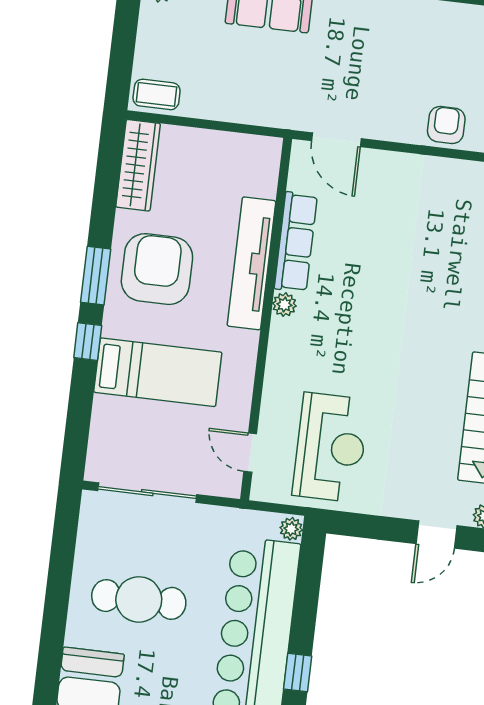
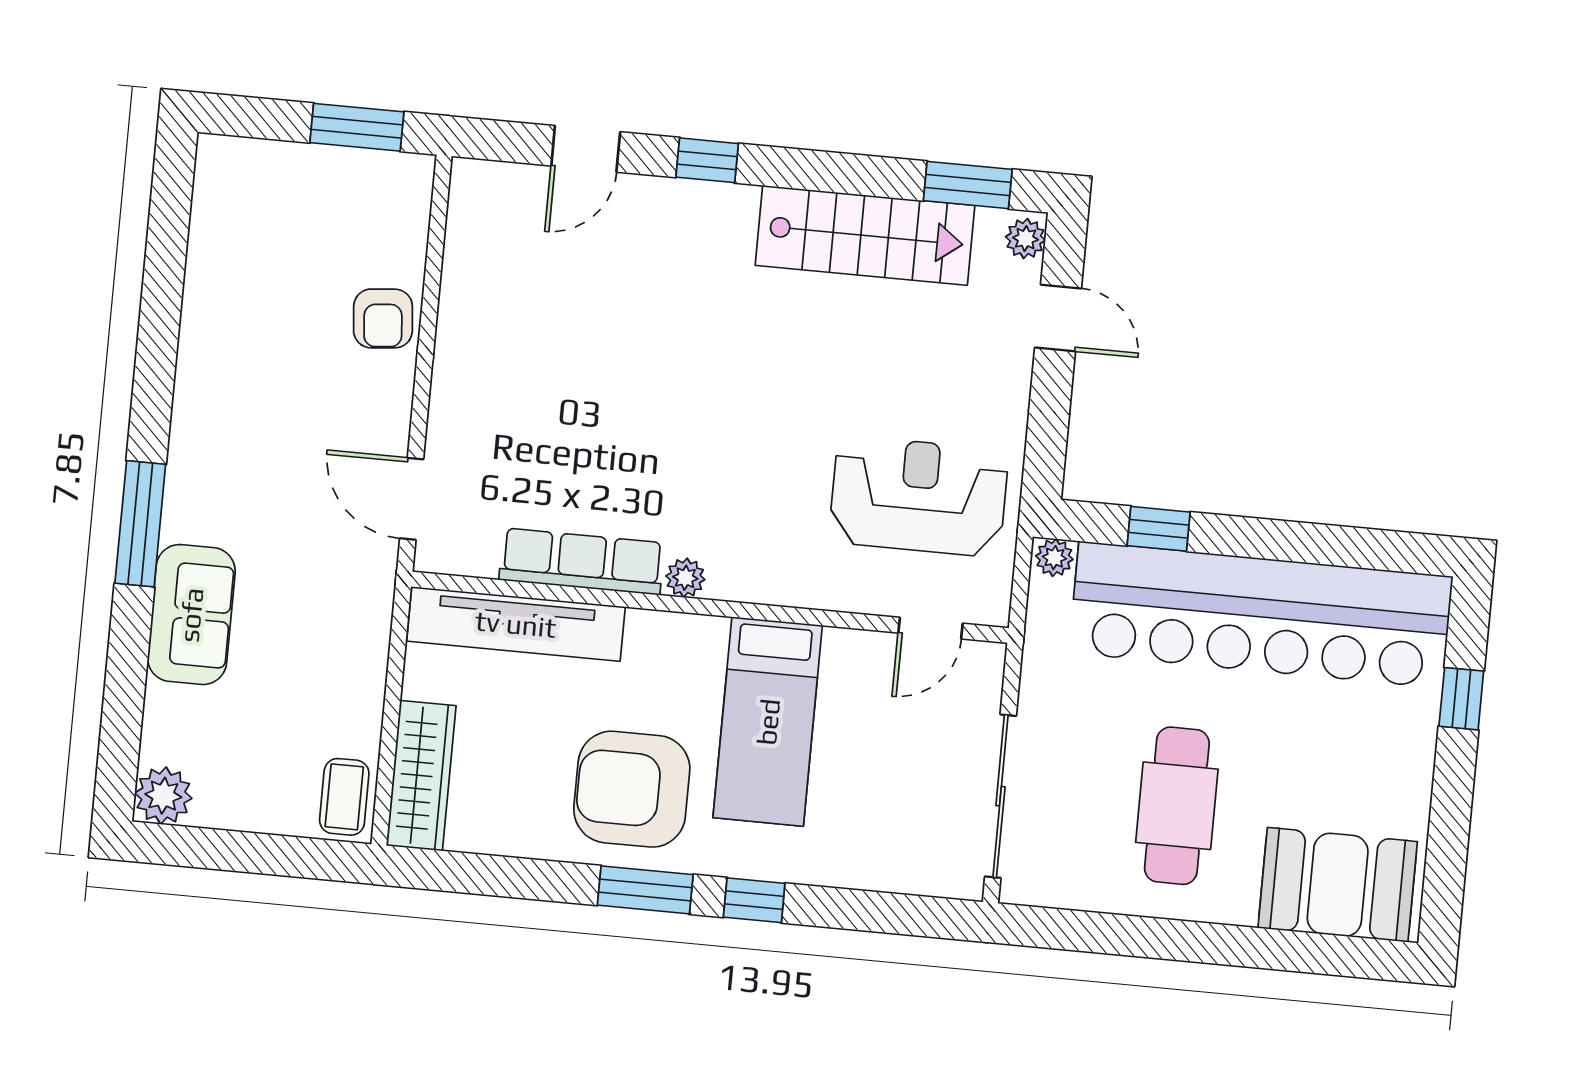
armchair: (446, 125) -> (383, 318), turned -95
door: (336, 140) -> (412, 499), swing flipped
wardrobe: (138, 165) -> (421, 776), moved, turned 90
tv unit: (251, 263) -> (516, 624), moved
bed: (158, 372) -> (768, 722), moved, turned 180
window: (298, 672) -> (1159, 529), moved

